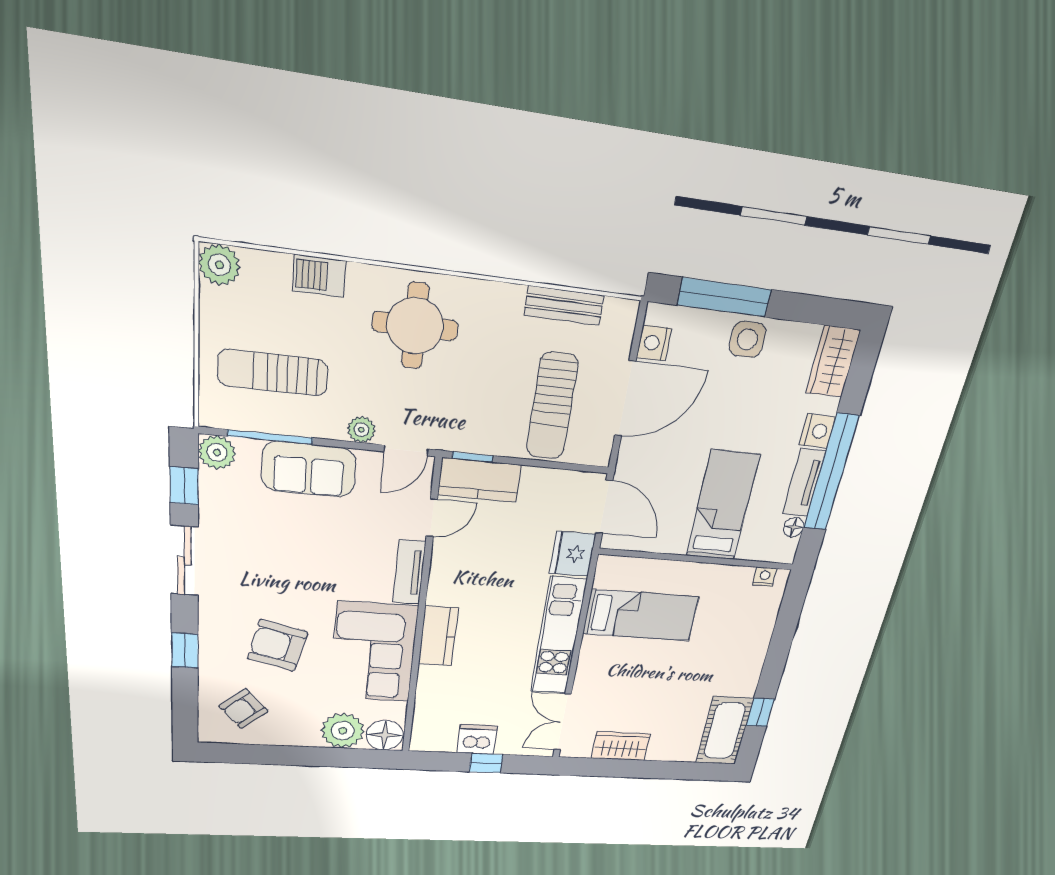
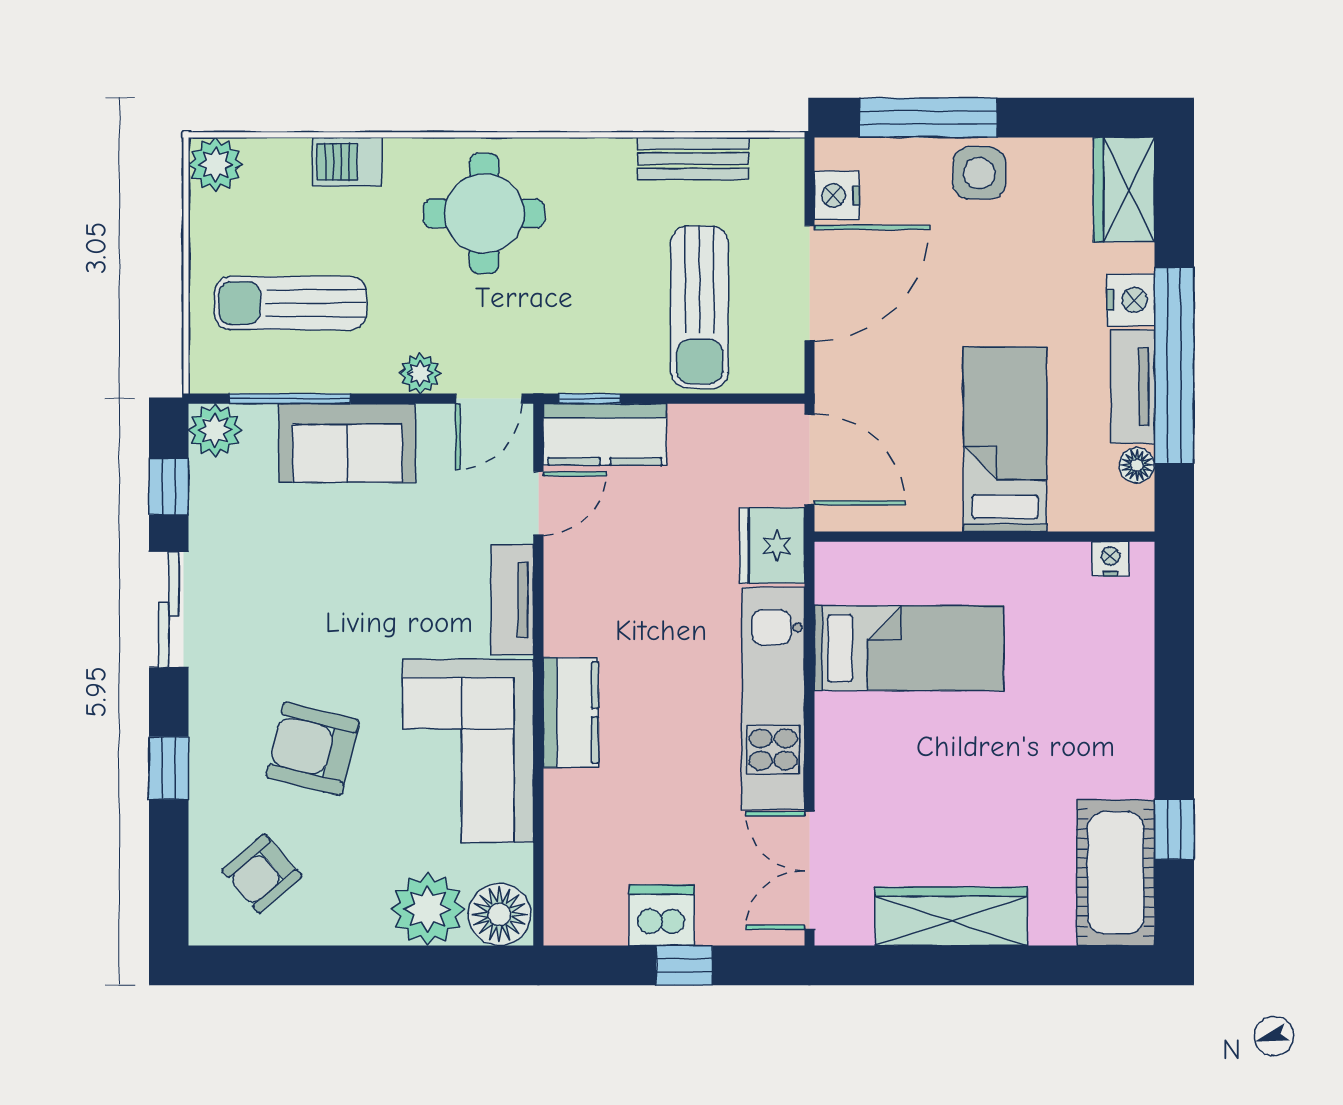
wardrobe: (621, 746) -> (951, 916), width x1.50

